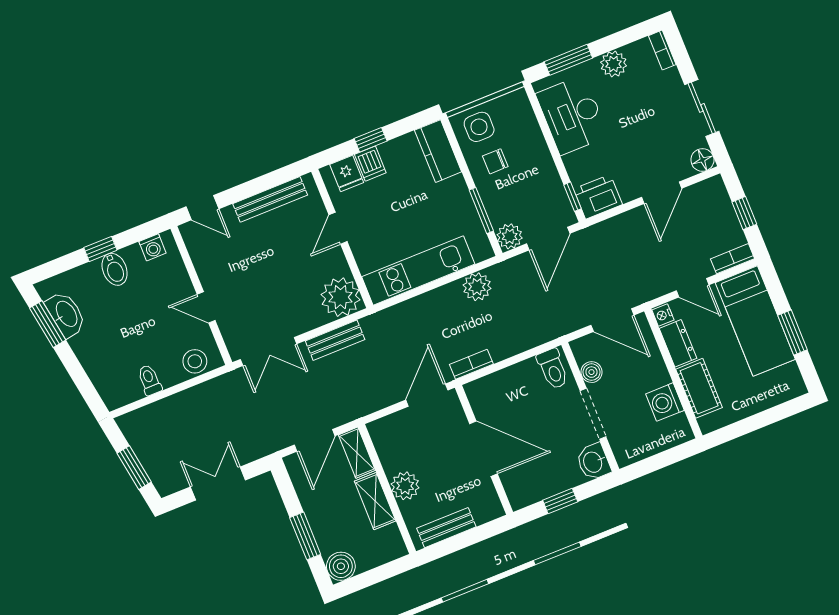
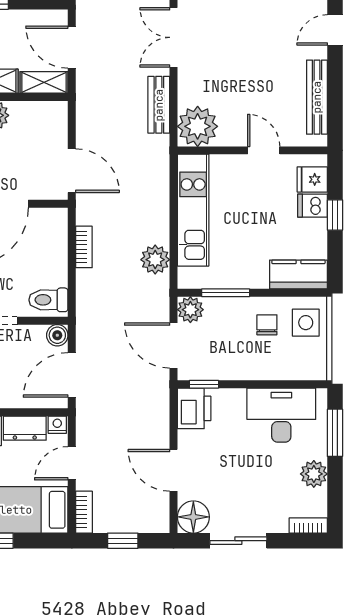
floor lamp: (702, 160) -> (193, 517), width x1.38, depth x1.38
bookcase: (471, 364) -> (84, 247), moved
boiler: (591, 372) -> (57, 335), moved

